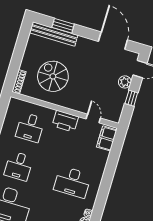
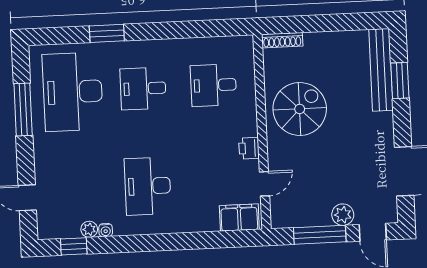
spiral stairs: (53, 76) -> (300, 109), moved
window: (131, 98) -> (320, 235), width x2.17
printer: (65, 121) -> (249, 148), width x0.53, depth x0.68

